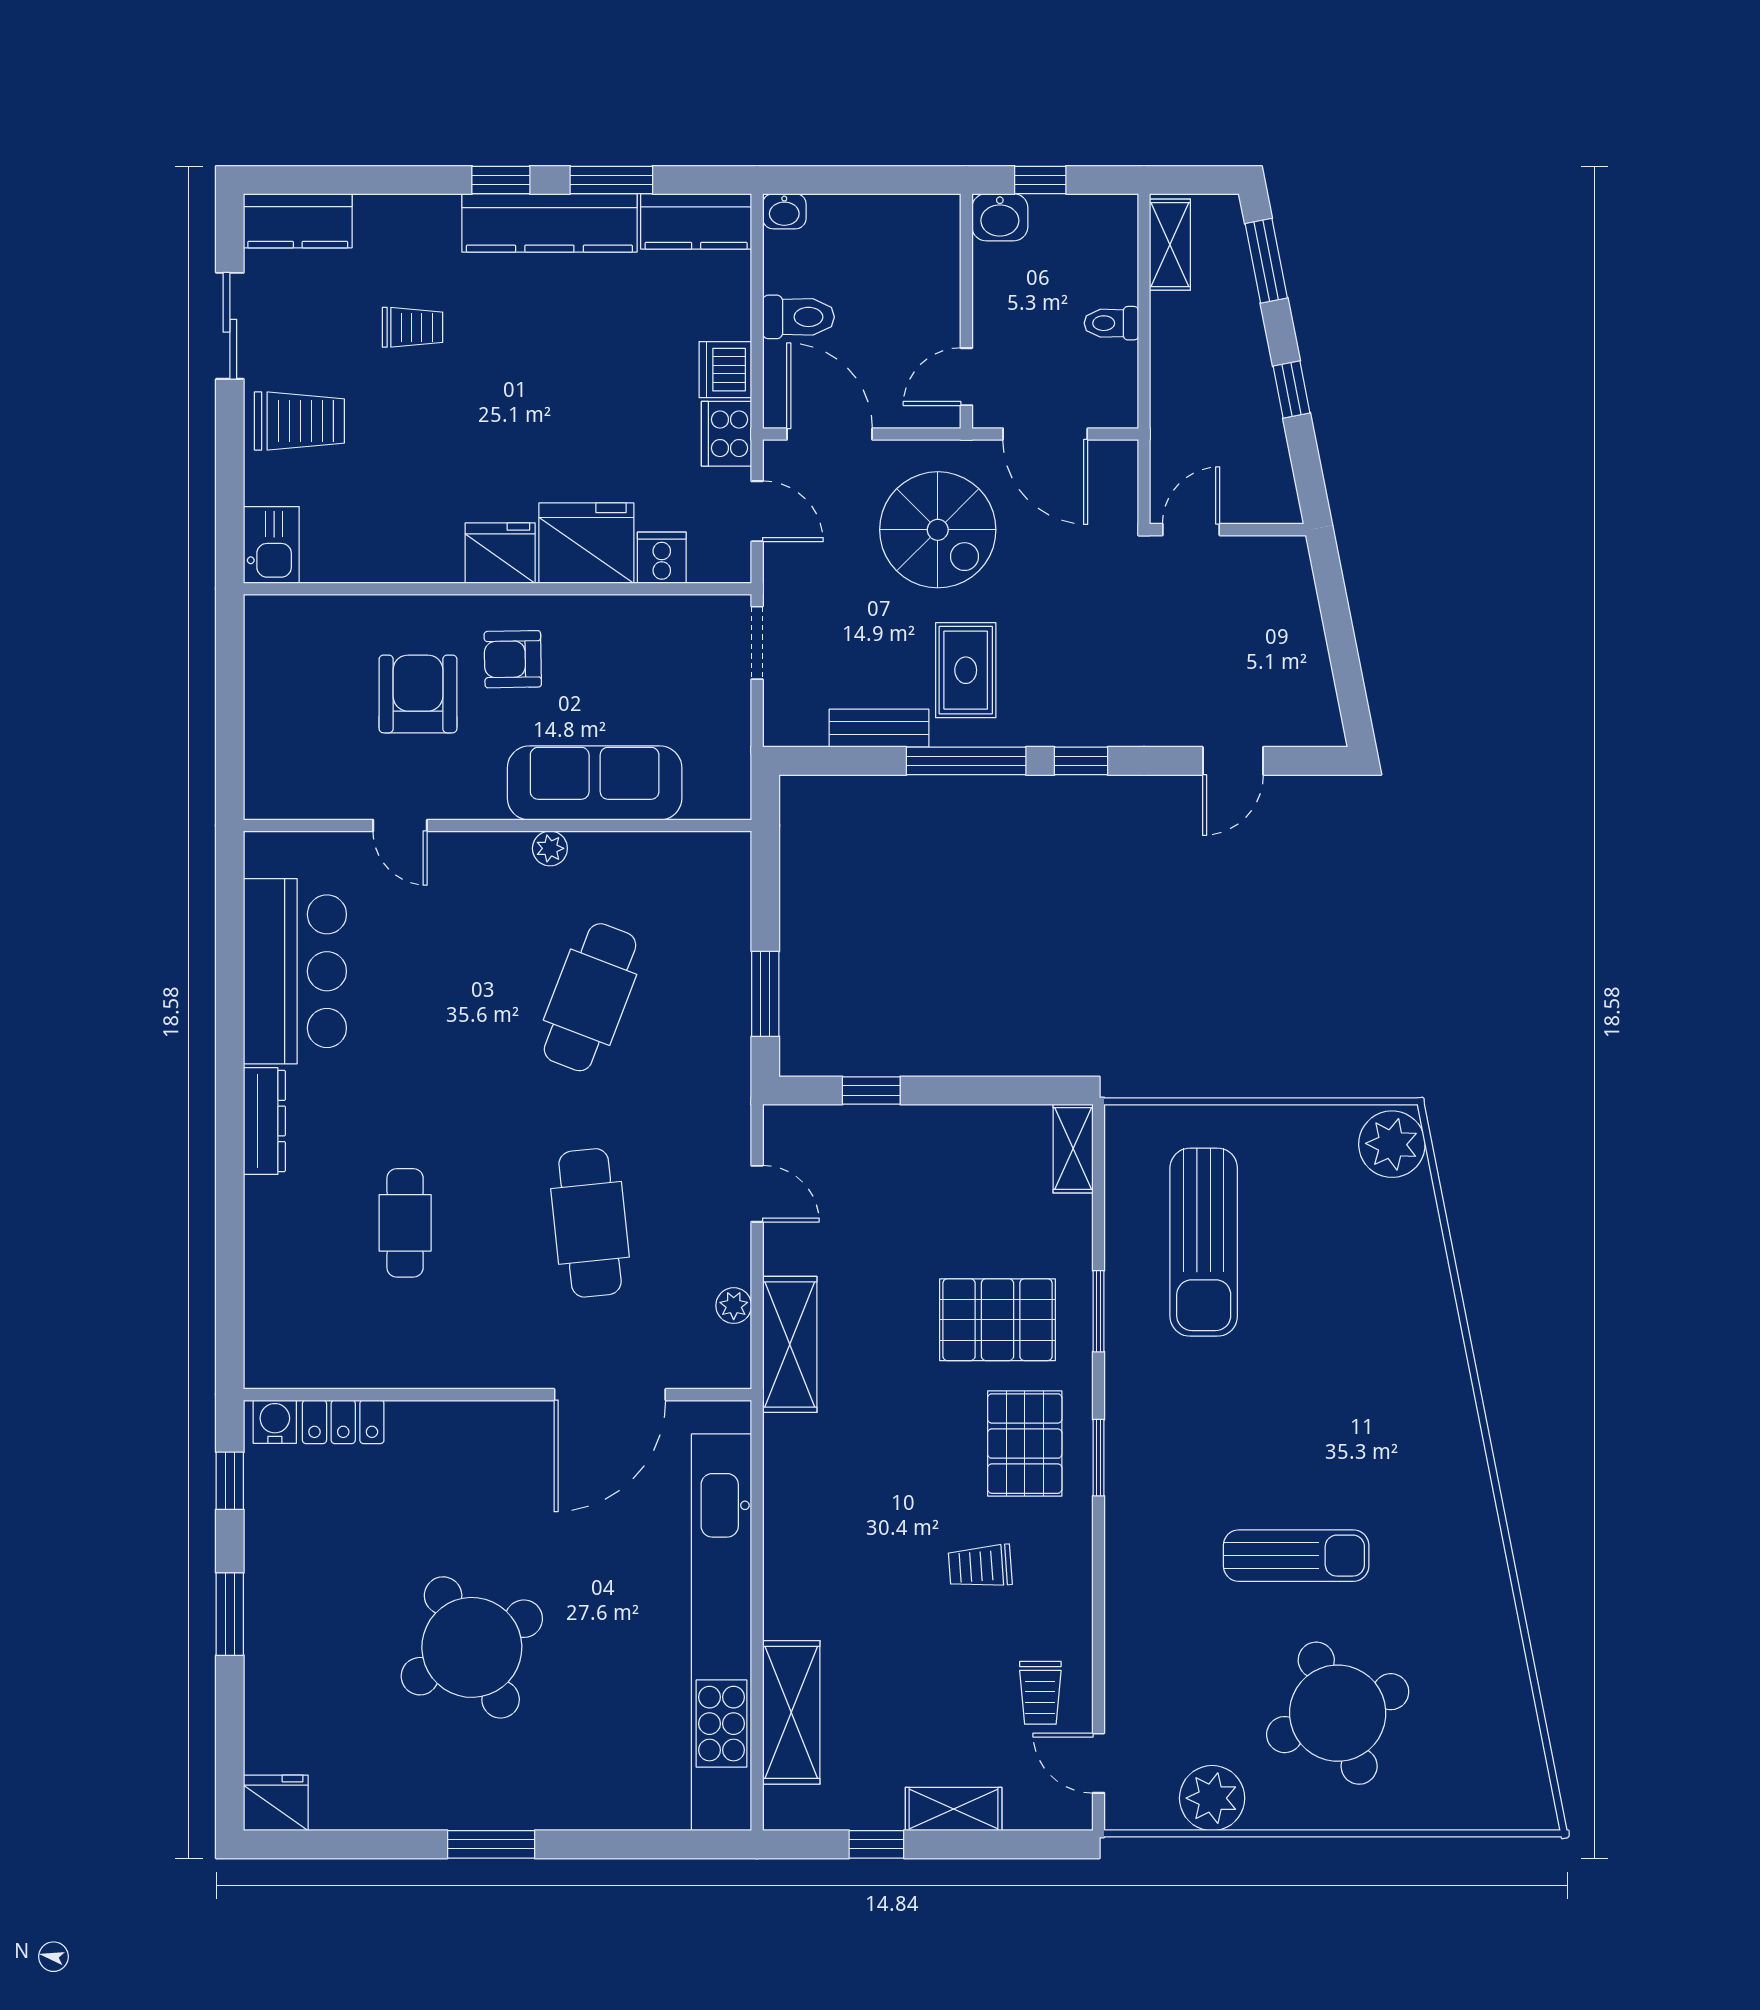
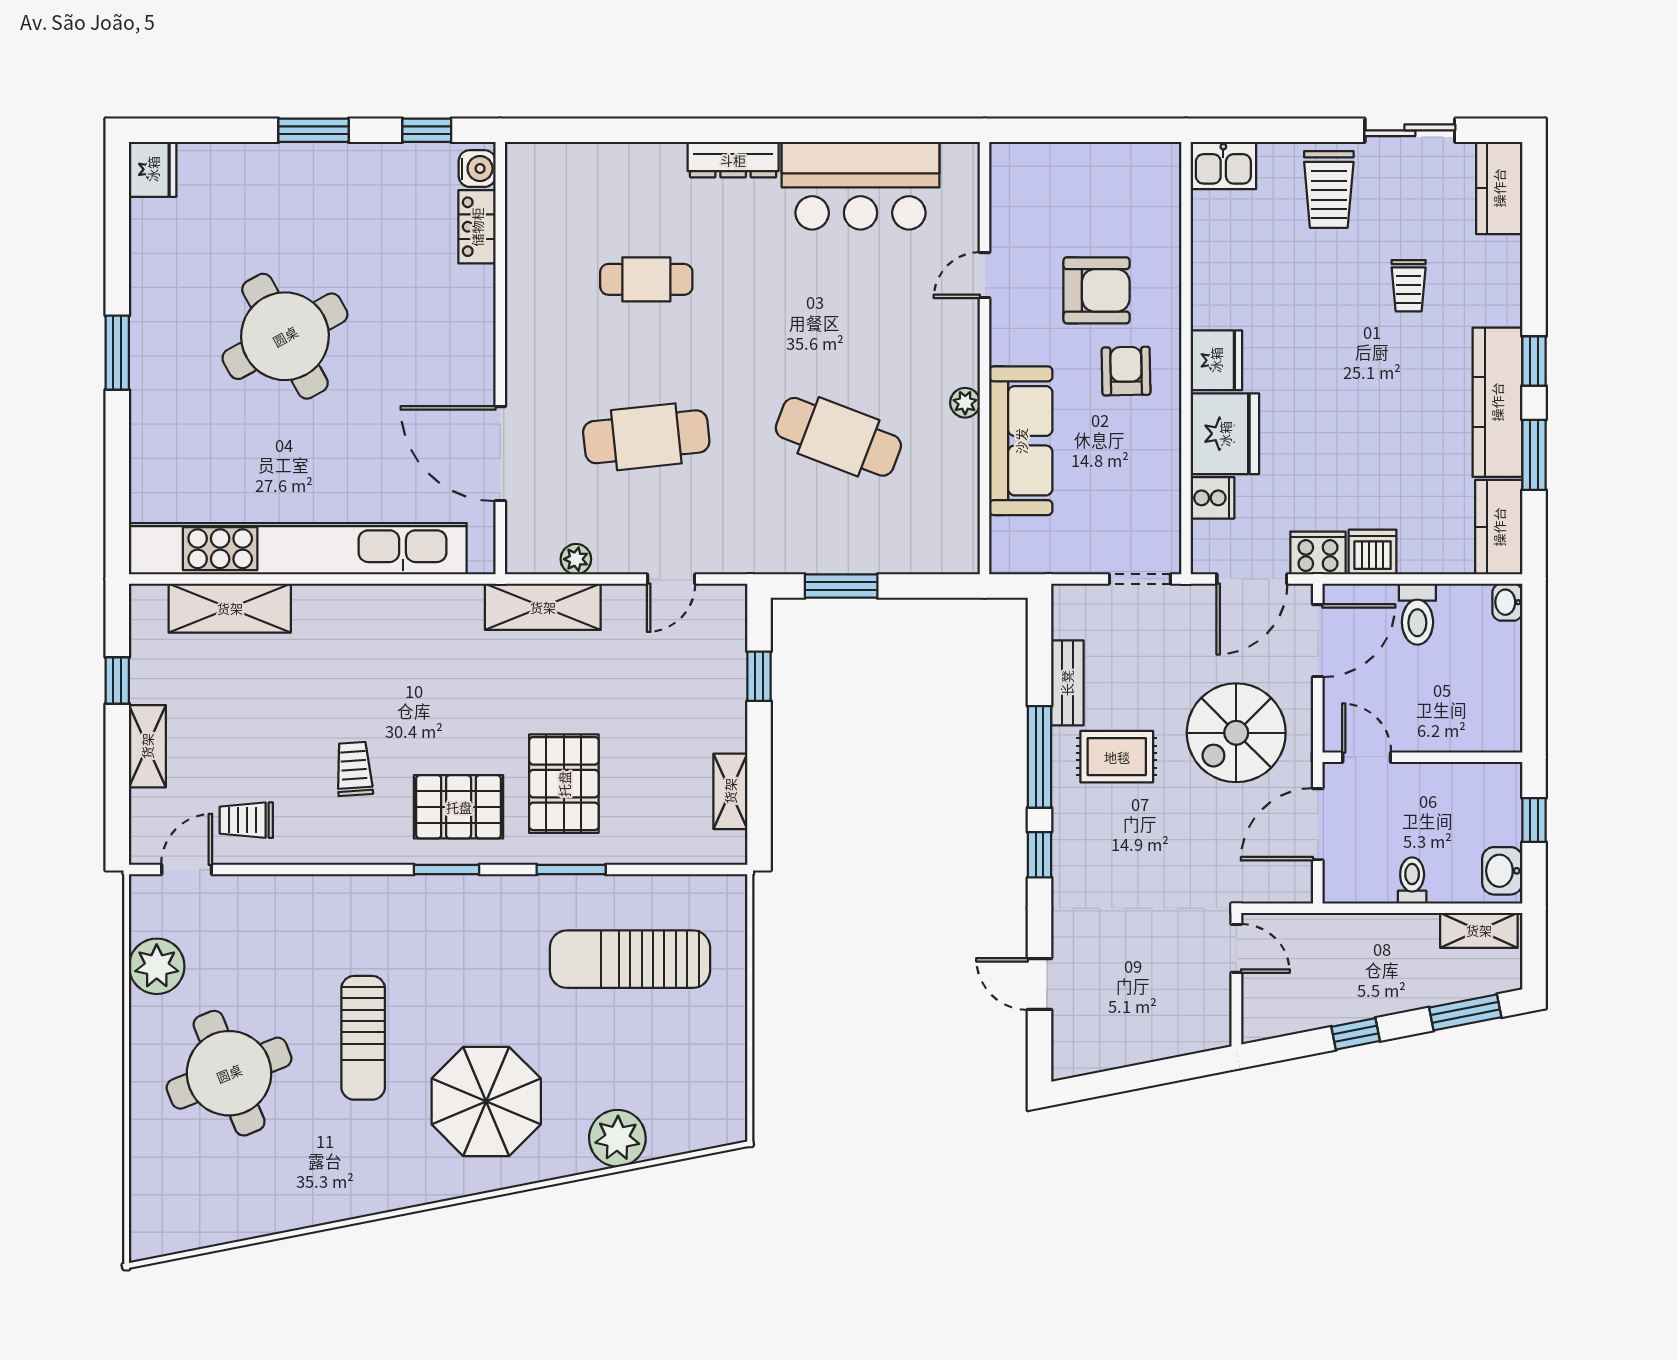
washbasin: (1000, 217) -> (1502, 871), moved
door: (757, 511) -> (1252, 579), width x1.38
plant: (1392, 1144) -> (617, 1138), moved
shelving: (1073, 1149) -> (730, 791), moved, turned 90
parasol: (1371, 1411) -> (486, 1101), added

